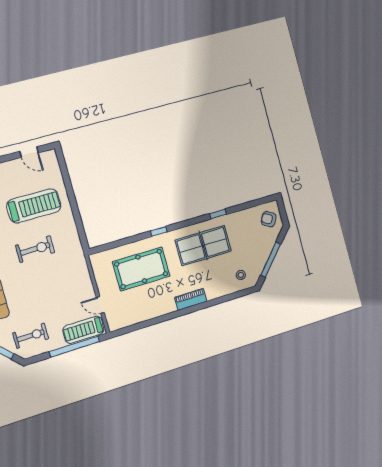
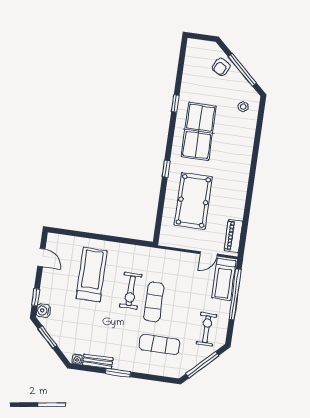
door: (29, 152) -> (41, 258), hinge flipped
armchair: (269, 219) -> (221, 67), moved
exercise bike: (35, 249) -> (131, 291), turned 180
exercise mat: (34, 275) -> (154, 302), added
piano: (191, 299) -> (233, 236), moved

